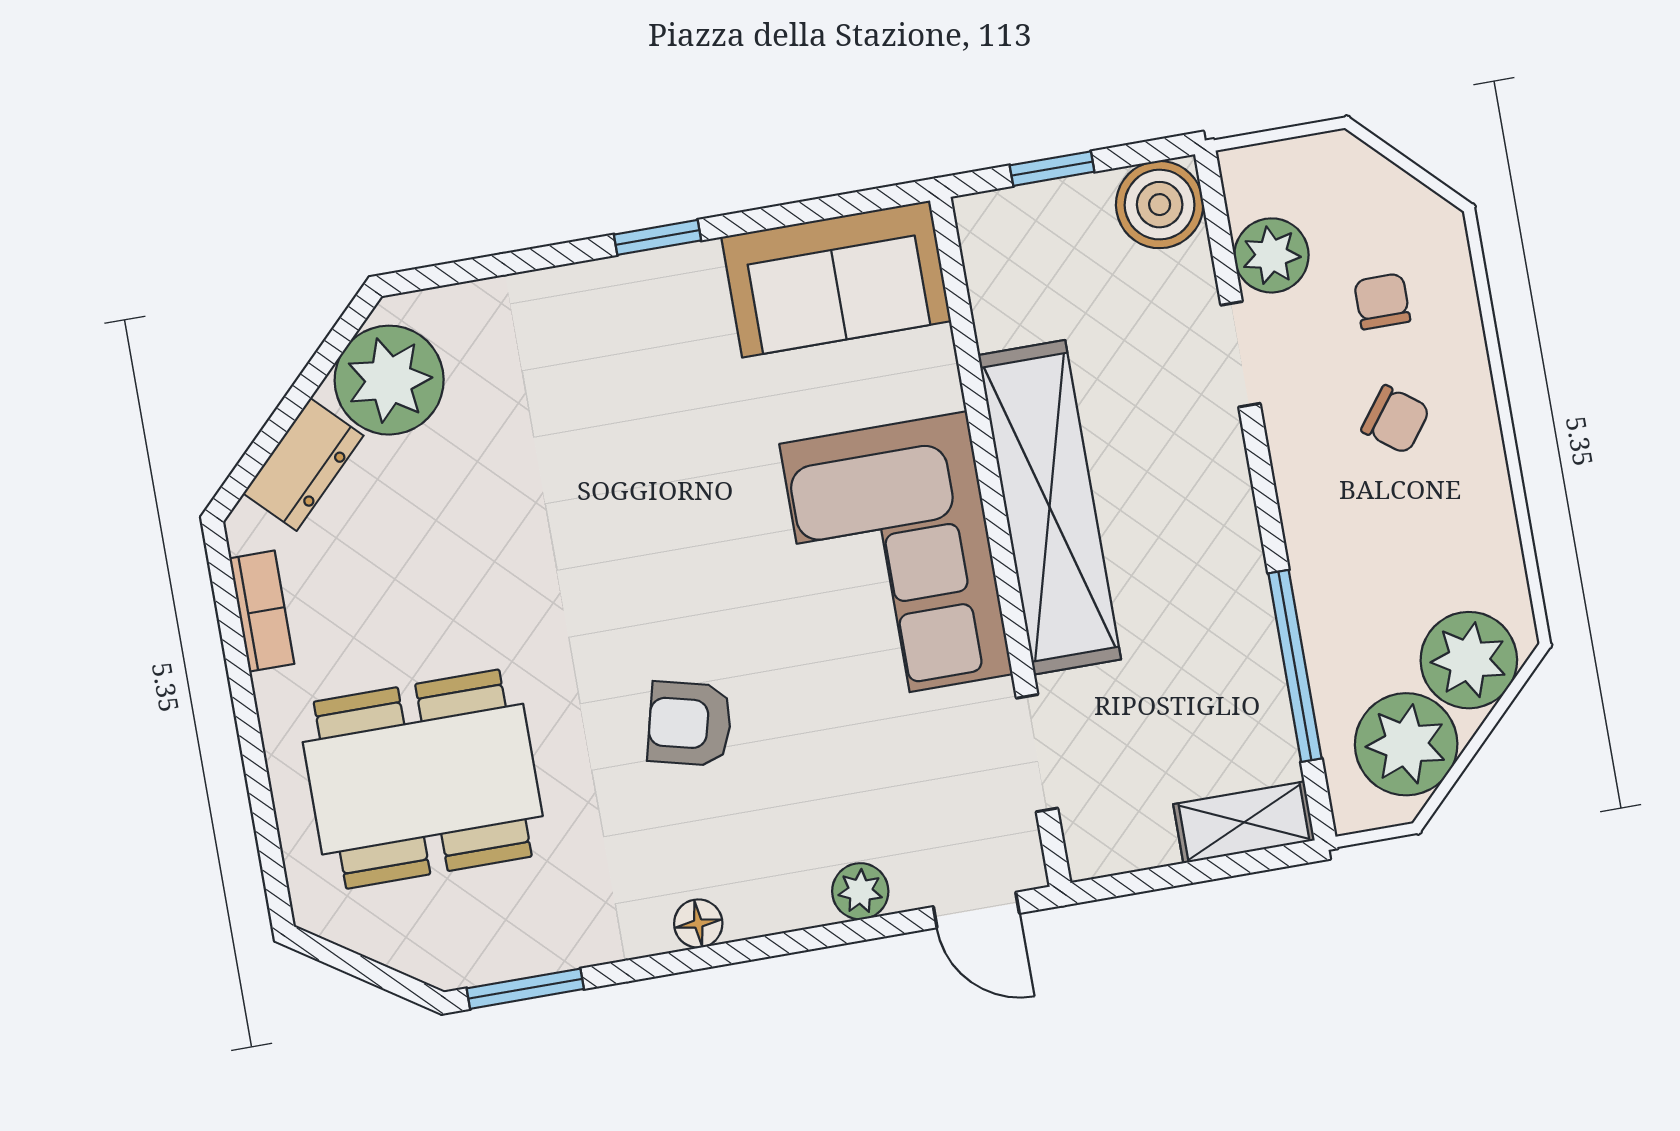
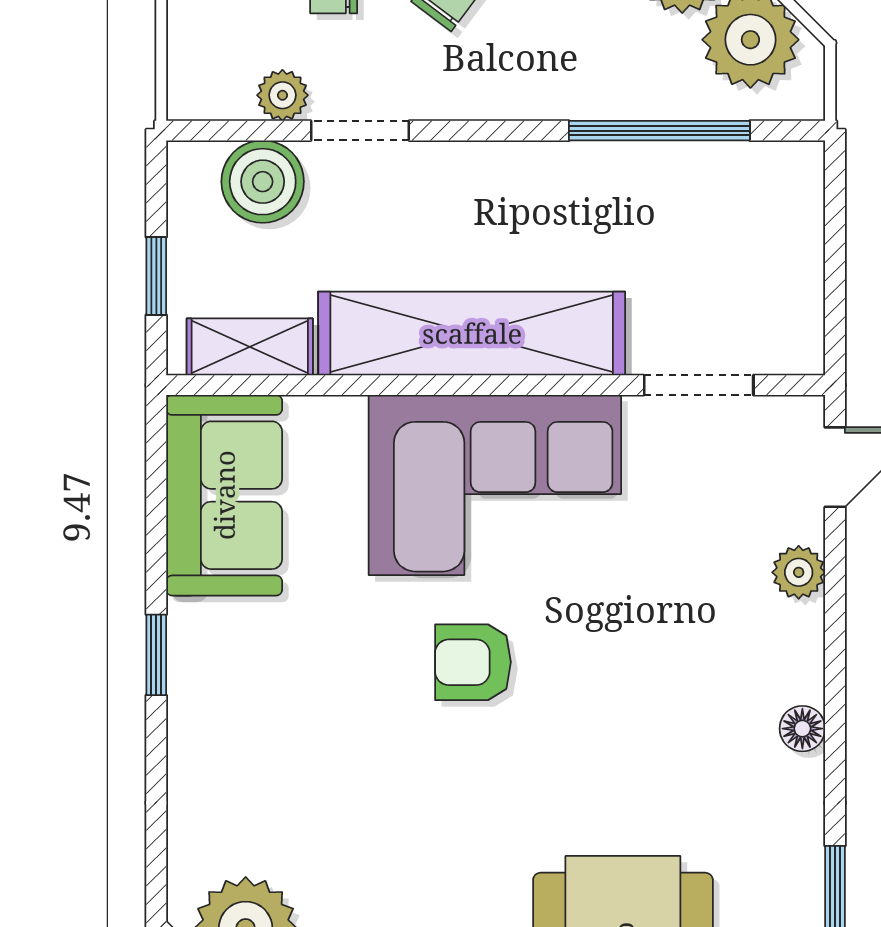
boiler: (1160, 205) -> (263, 182), moved
plant: (1271, 255) -> (282, 95), width x0.73, depth x0.73
armchair: (690, 724) -> (473, 662), moved, turned 76
shelving: (1244, 822) -> (250, 347), moved, turned 90

